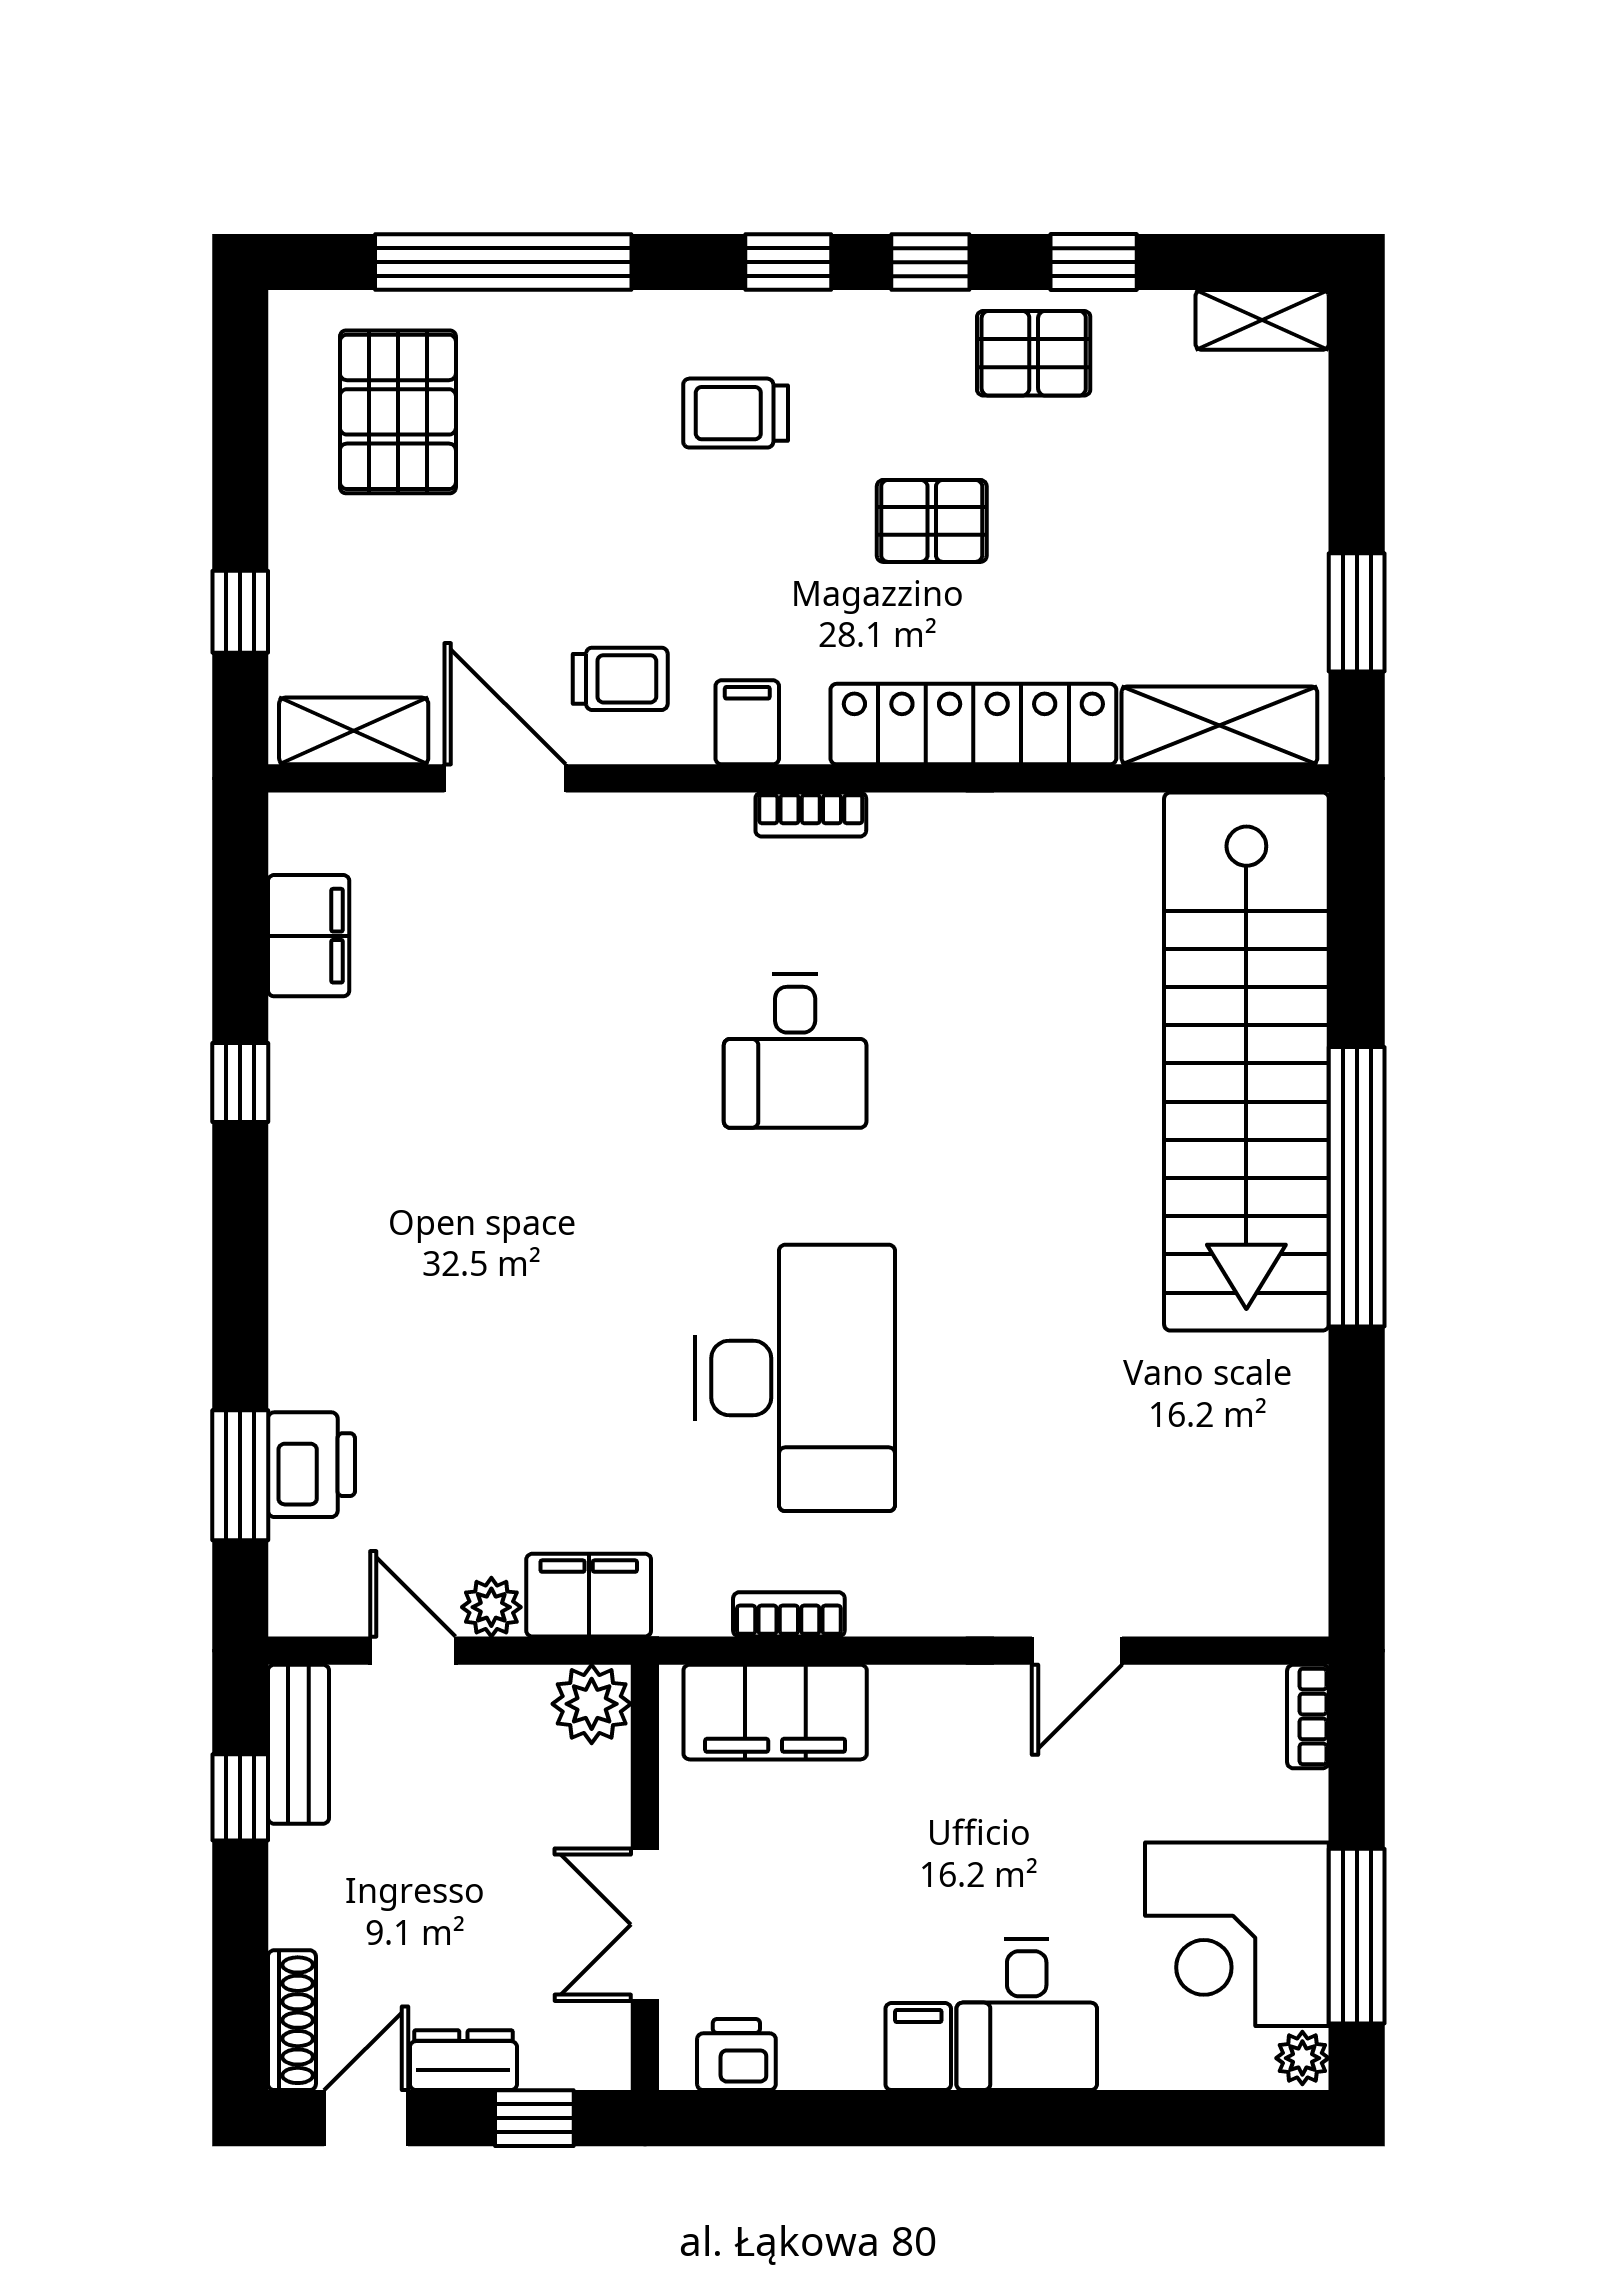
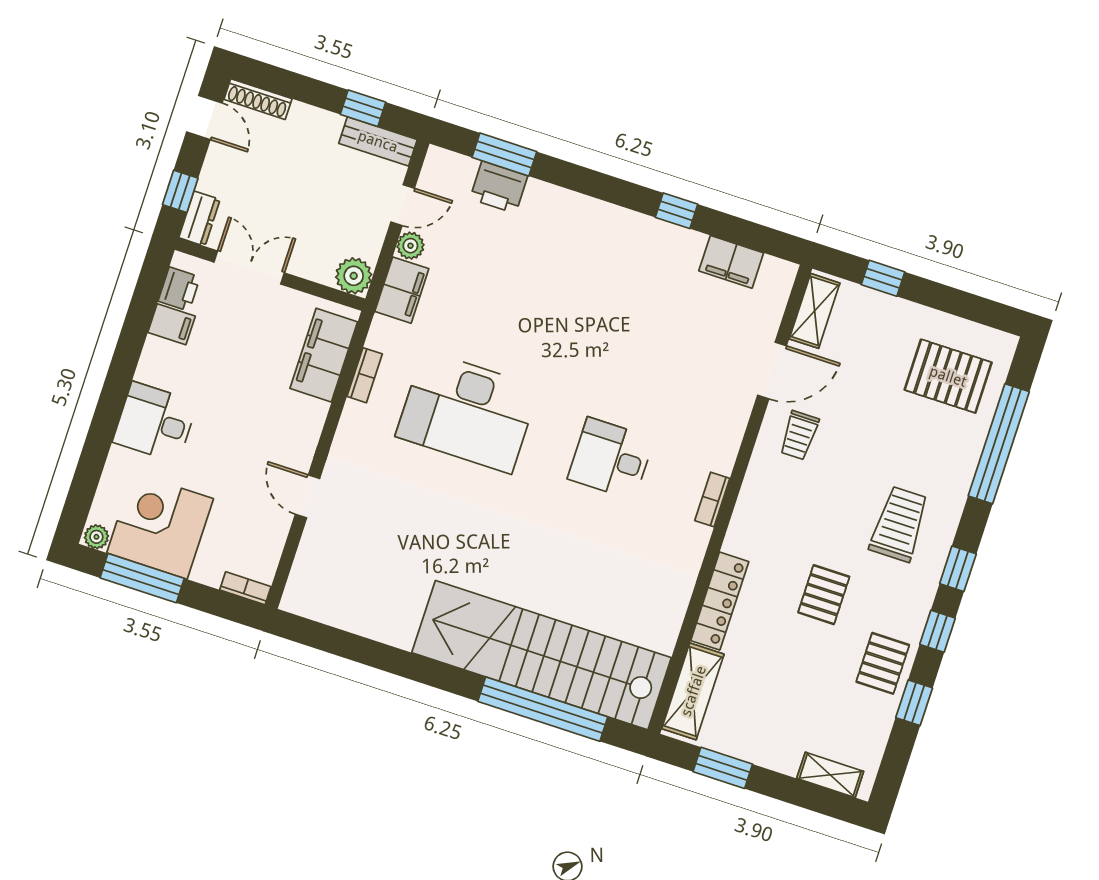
shelving: (1262, 320) -> (830, 775), moved, turned 90
trolley: (736, 413) -> (899, 524), width x1.36, depth x1.39
filing cabinet: (747, 722) -> (762, 485), removed
locker: (973, 724) -> (720, 601), width x0.71, depth x0.83
window: (1357, 1187) -> (543, 709), moved
filing cabinet: (918, 2047) -> (171, 324), moved
dresser: (463, 2060) -> (199, 219), moved

